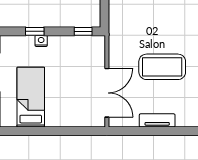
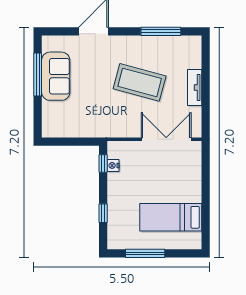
nightstand: (41, 41) -> (113, 165), moved
coffee table: (162, 67) -> (140, 82), turned -75

